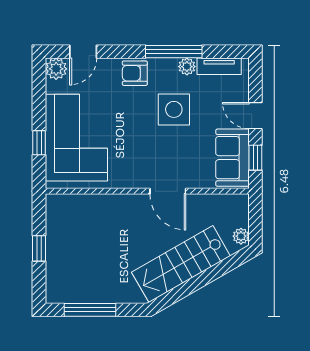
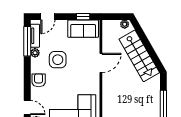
window: (174, 52) -> (27, 41), moved
armchair: (135, 73) -> (39, 80), turned 180
door: (255, 116) -> (48, 17), moved

